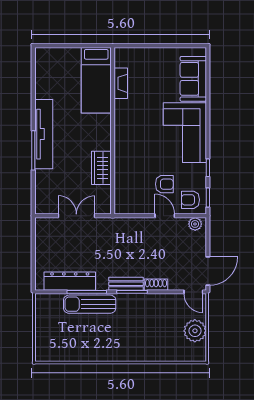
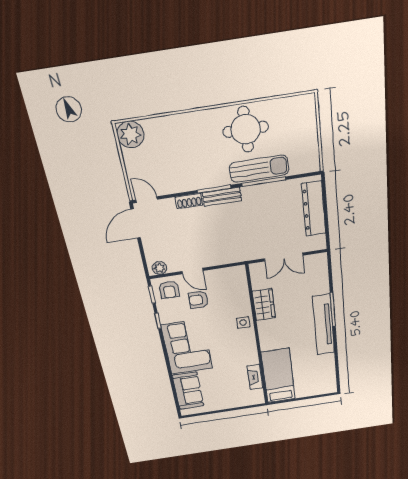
side table: (124, 151) -> (243, 323), added
armchair: (190, 200) -> (169, 290), turned 90
dresser: (70, 281) -> (314, 209), moved, turned 90
plant: (195, 331) -> (130, 134), moved
round table: (97, 340) -> (246, 129), added

